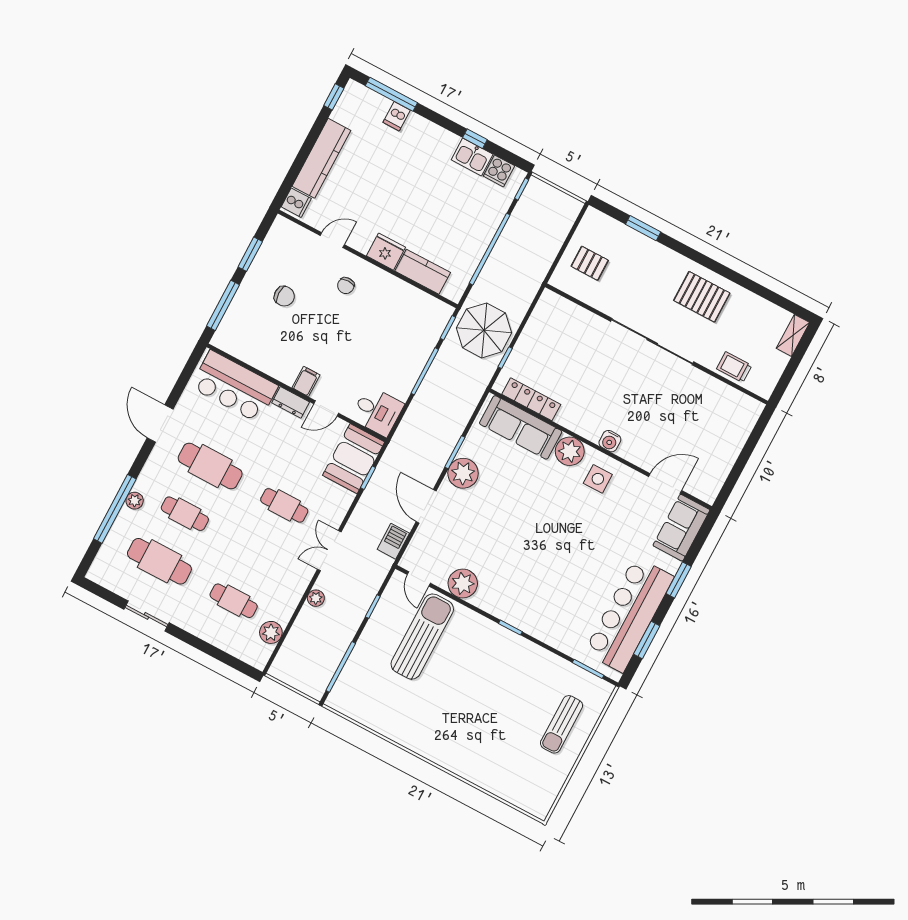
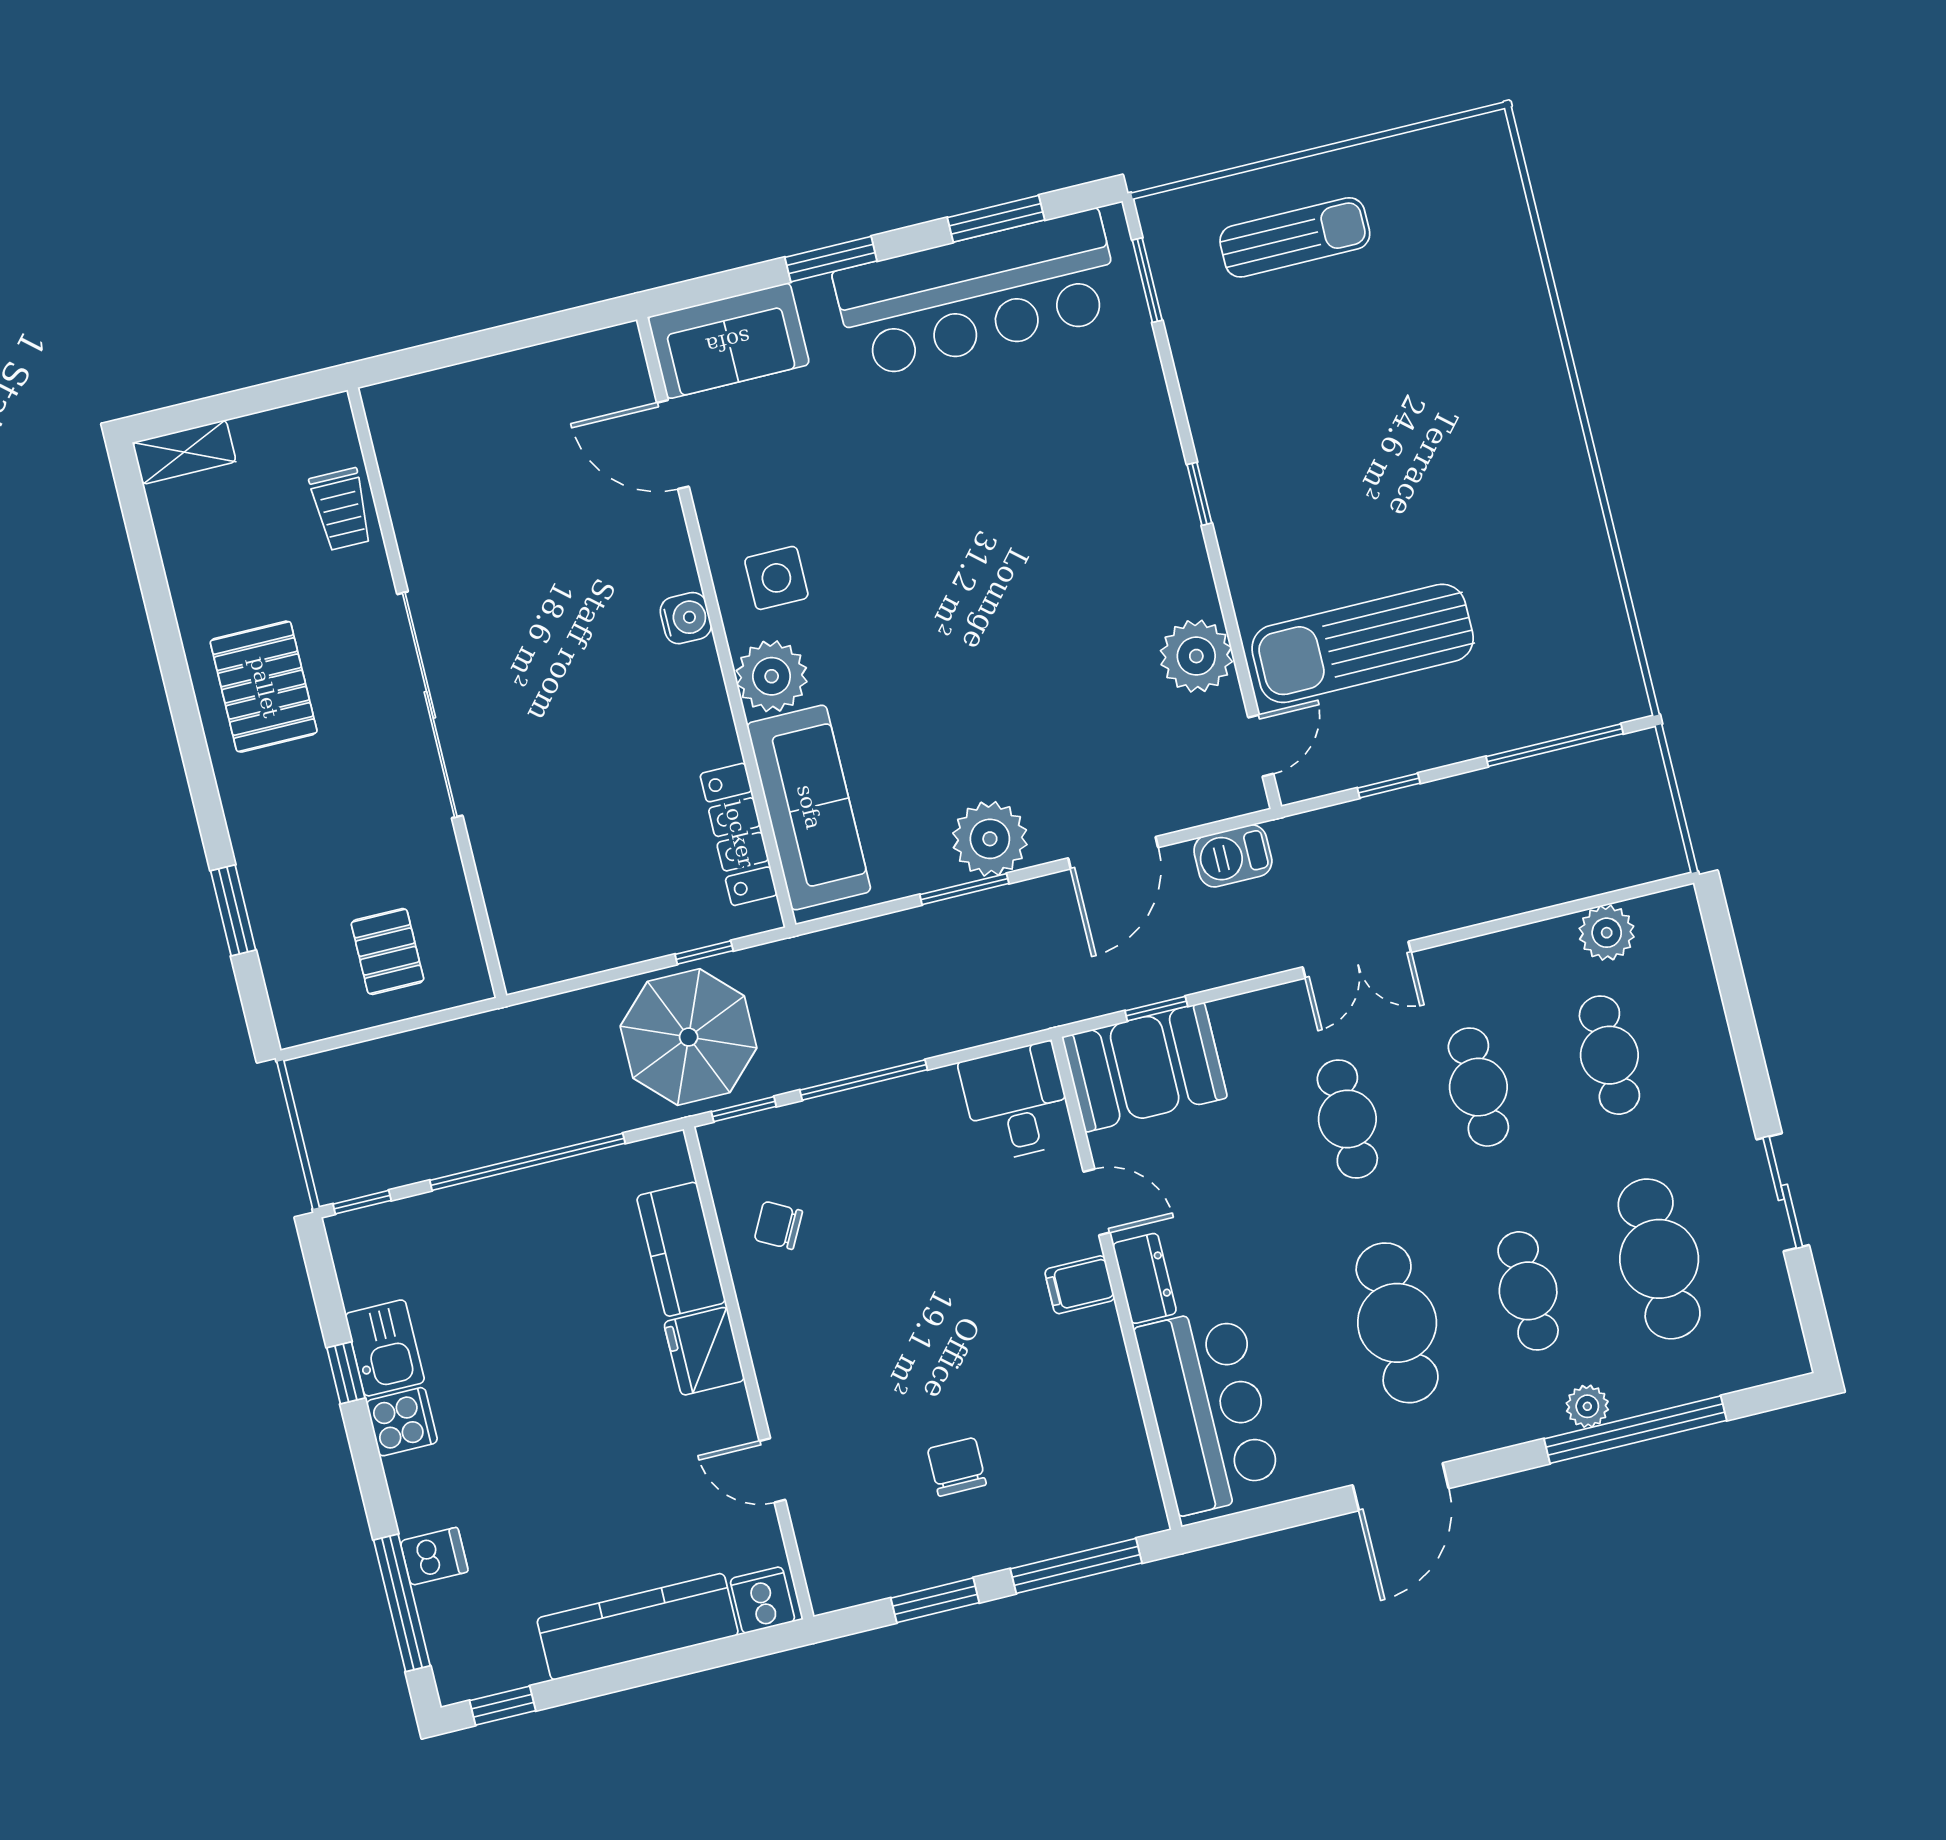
cooker: (499, 171) -> (402, 1422), moved
chair: (346, 286) -> (778, 1225), moved, turned -152
cafe table: (259, 553) -> (1478, 1087), added
plant: (316, 598) -> (1468, 906), removed

